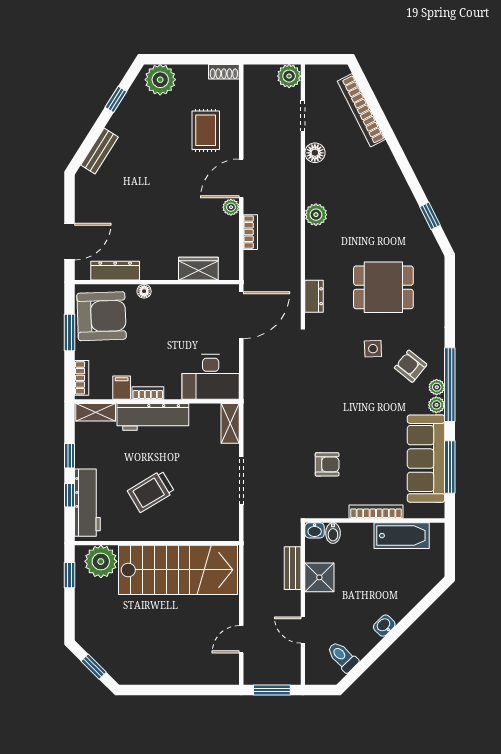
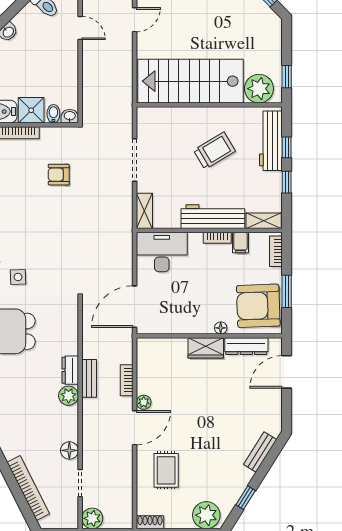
wardrobe: (198, 269) -> (206, 348), moved
dresser: (314, 296) -> (70, 370), moved
bench: (293, 568) -> (89, 378), moved
shower: (319, 577) -> (31, 110), moved

